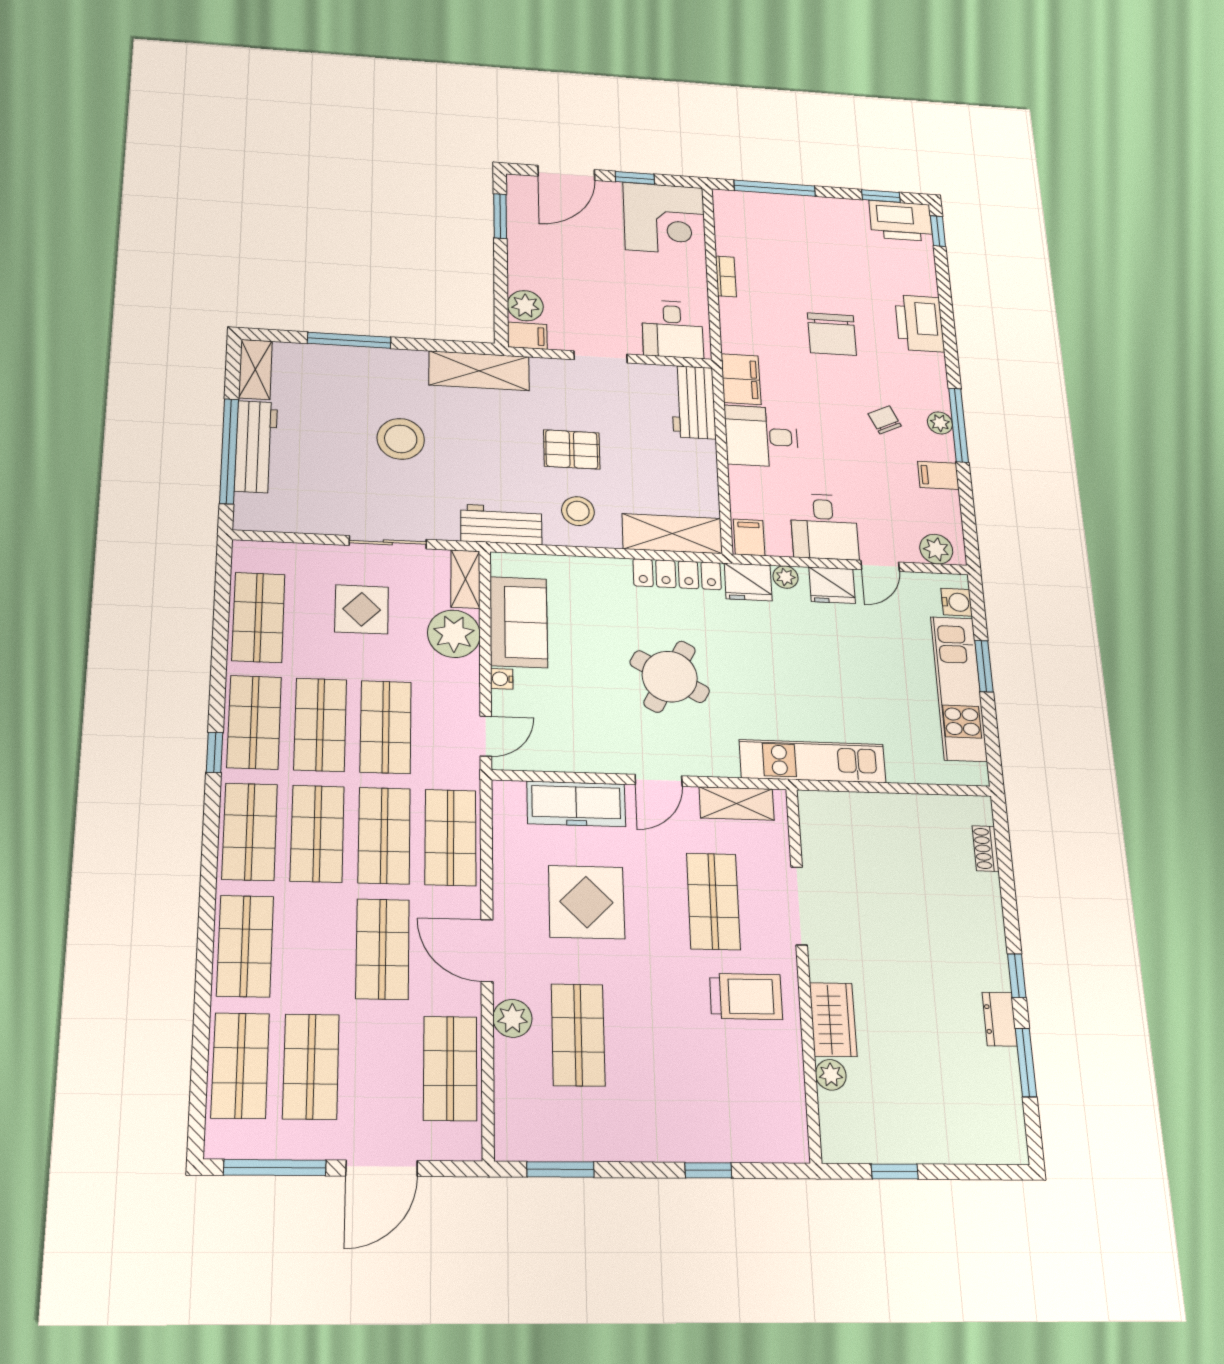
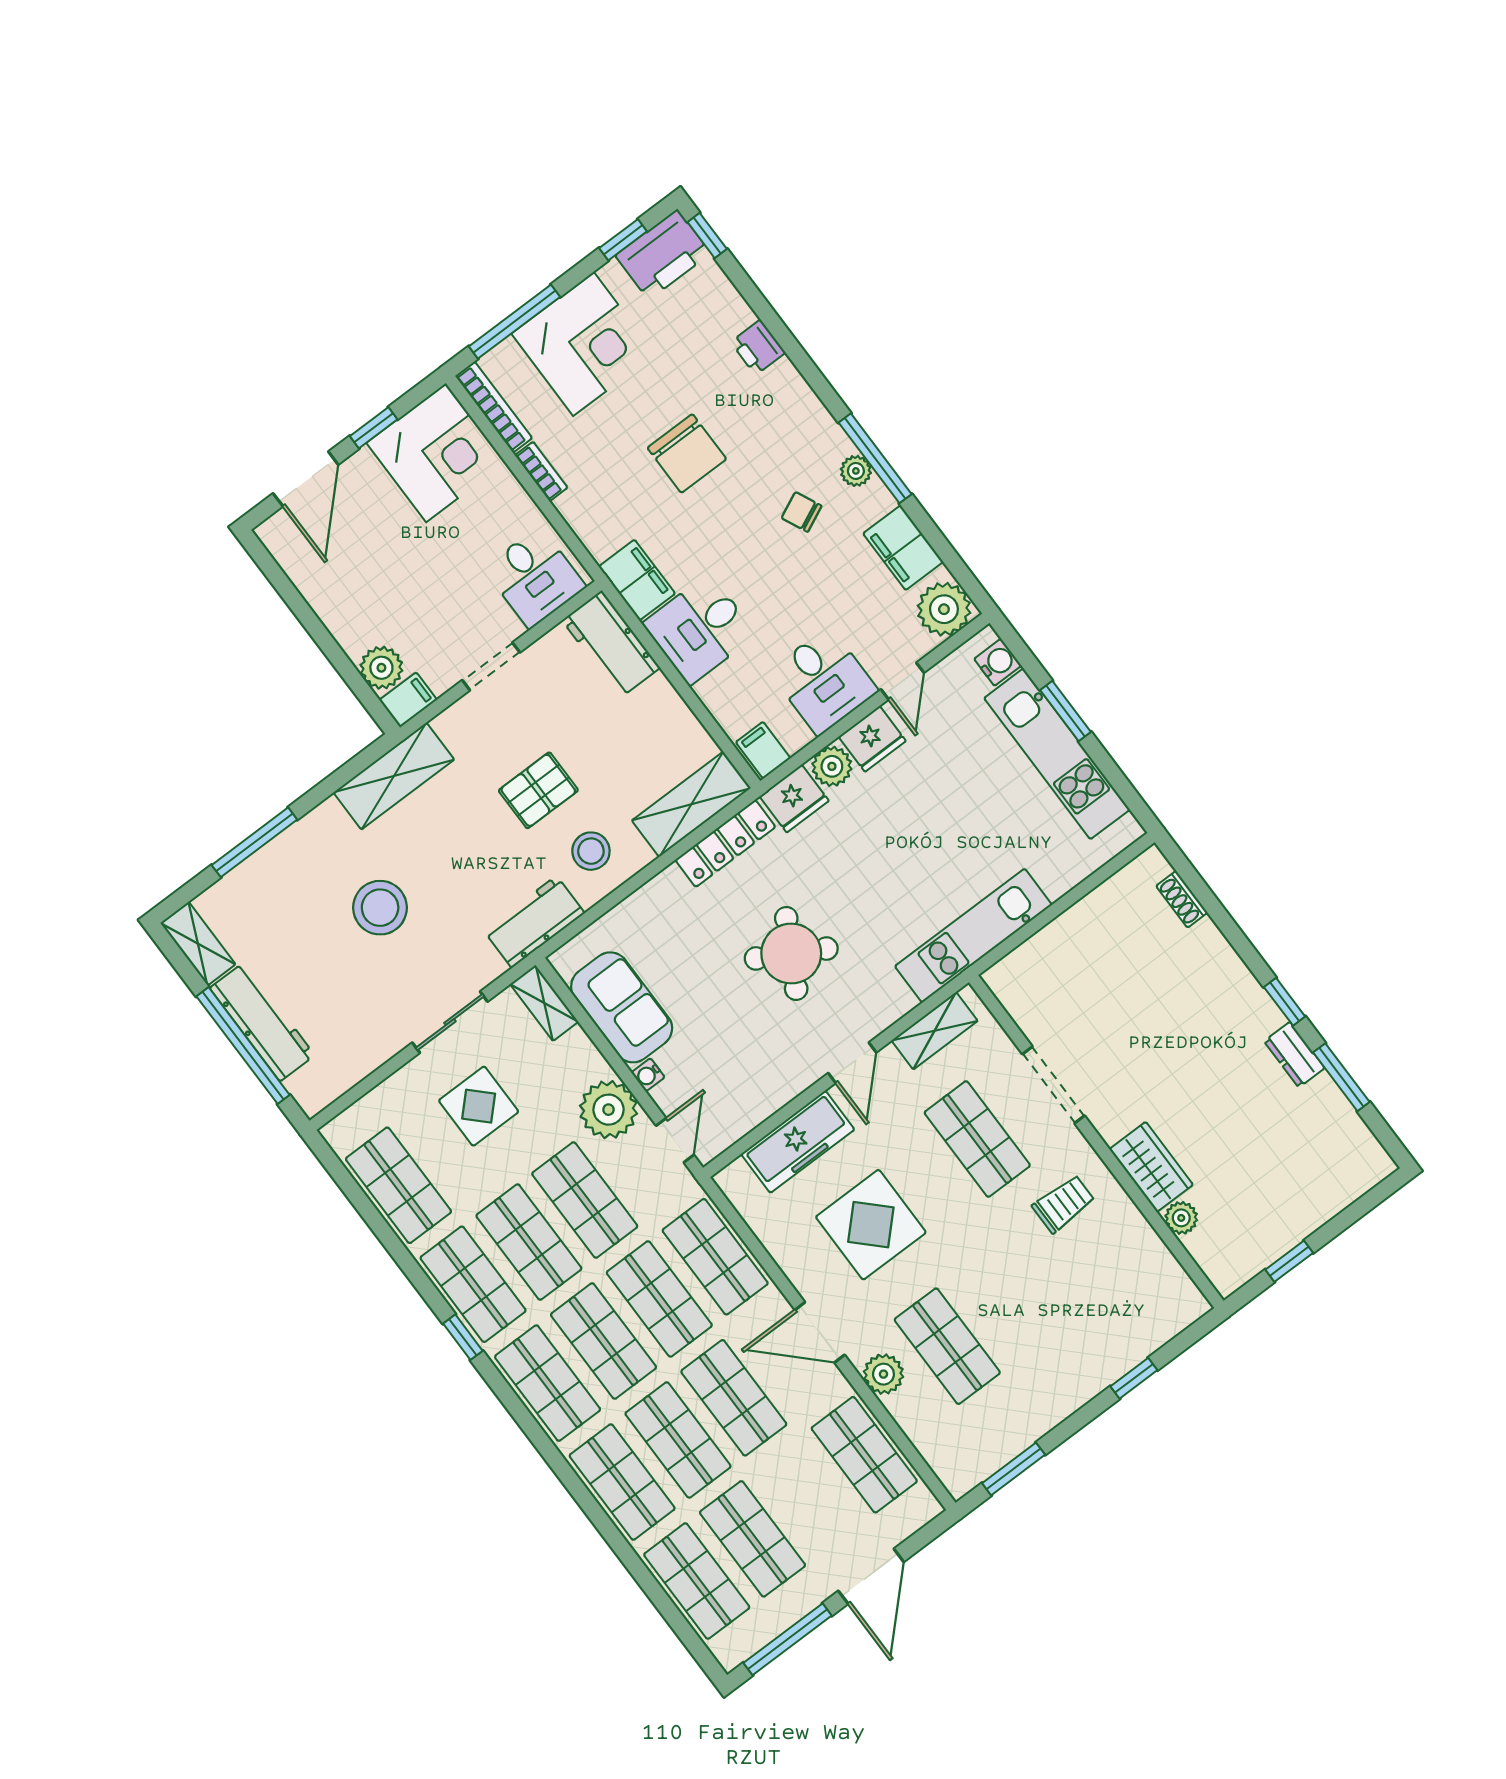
window: (500, 216) -> (283, 585), removed
bookcase: (723, 222) -> (494, 407), added
corner desk: (810, 230) -> (583, 344), added
printer: (920, 323) -> (758, 347), width x0.53, depth x0.68
filing cabinet: (938, 475) -> (903, 548), width x2.00
plant: (936, 549) -> (944, 609), width x1.36, depth x1.36
plant: (786, 577) -> (832, 766), width x1.38, depth x1.38
plant: (454, 634) -> (609, 1110), moved
shop shelf: (314, 947) -> (678, 1440), added
trolley: (746, 996) -> (1064, 1204), width x0.73, depth x0.72

